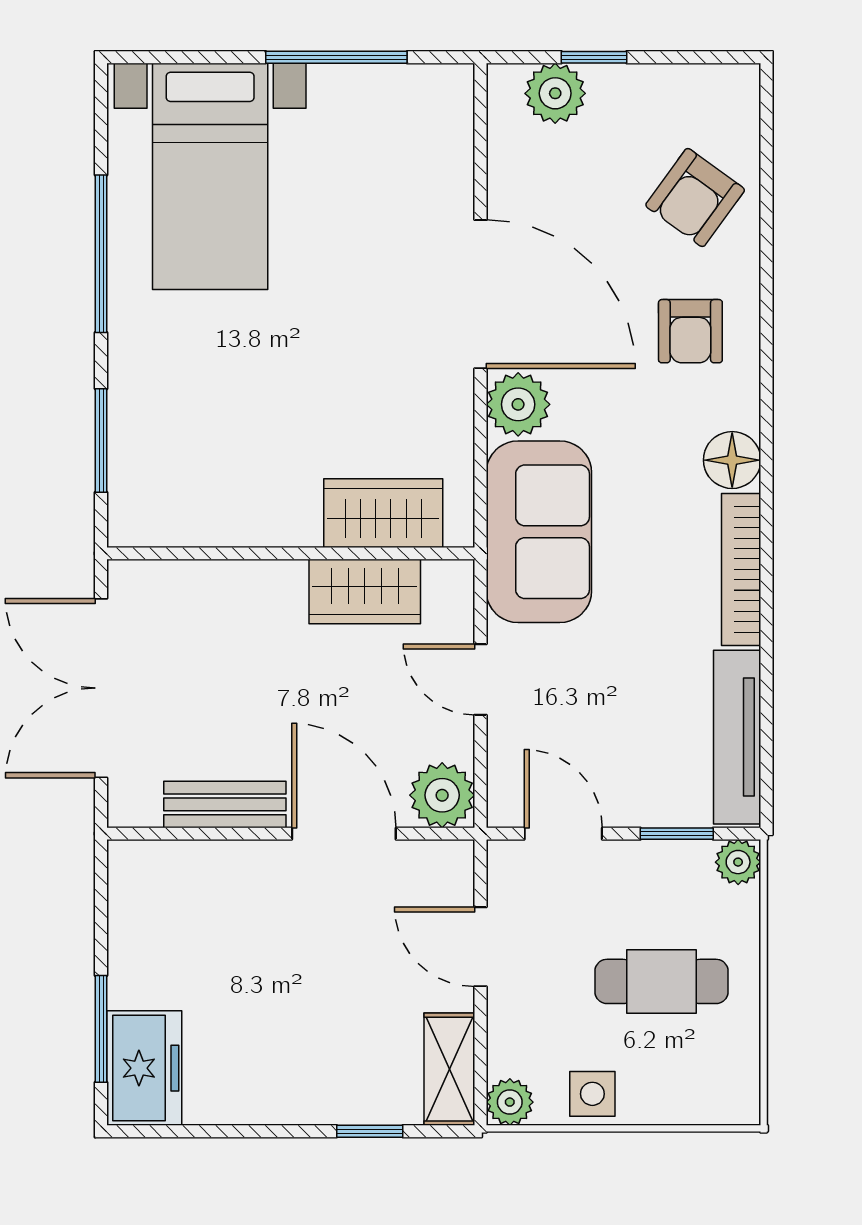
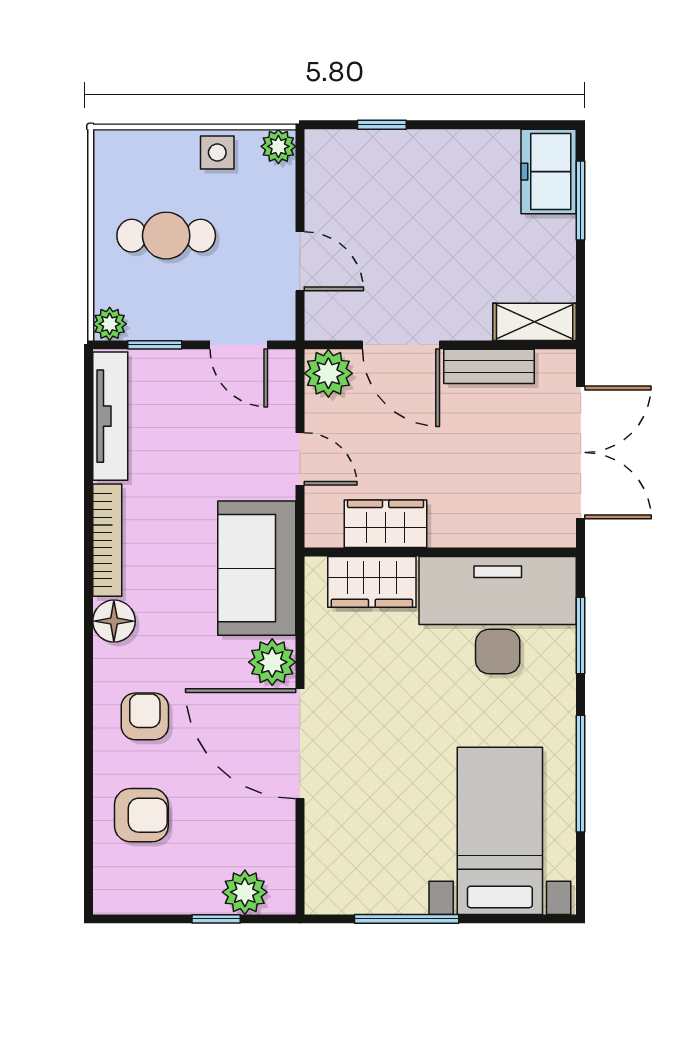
armchair: (695, 198) -> (141, 815), turned 54
desk: (213, 468) -> (498, 615), added
shelving: (449, 1069) -> (535, 322), moved, turned 90

